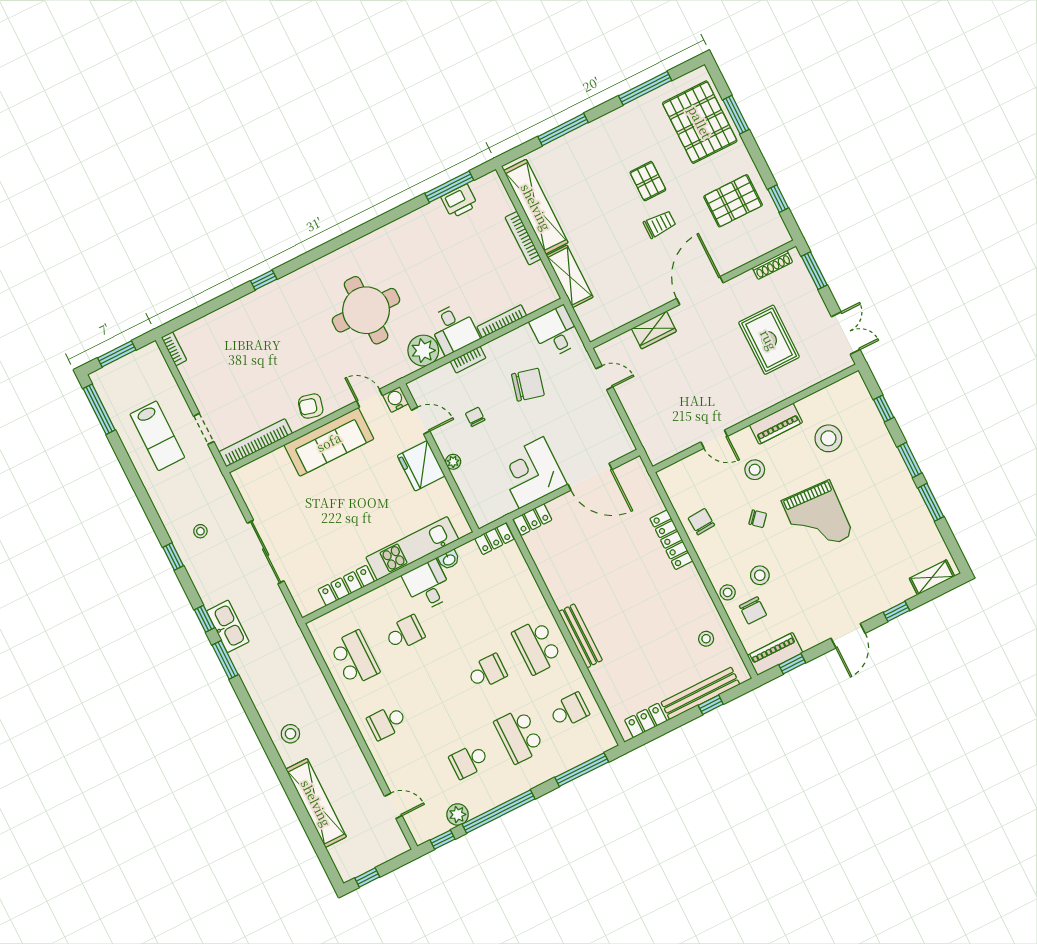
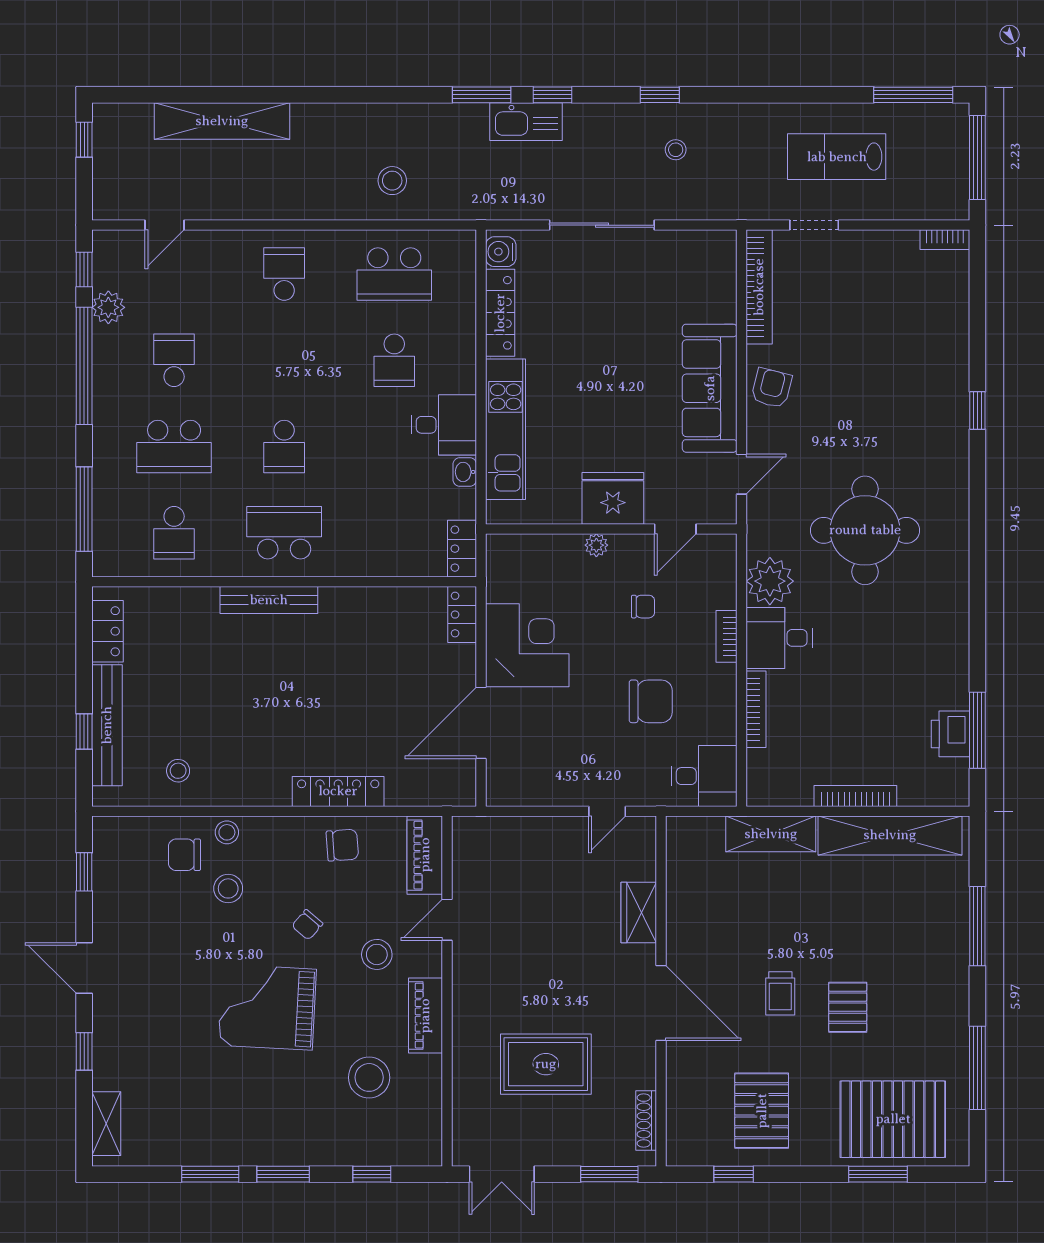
pallet: (648, 181) -> (848, 1007), turned 90
window: (117, 354) -> (977, 157), width x1.44
chair: (528, 385) -> (651, 701), turned -104
water cooler: (396, 399) -> (501, 252), moved, turned 180
piano: (775, 654) -> (425, 855), moved, turned 180
stool: (290, 734) -> (392, 181), moved
school desk: (519, 736) -> (174, 447), turned 180

